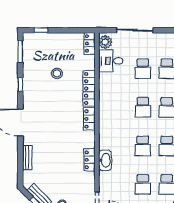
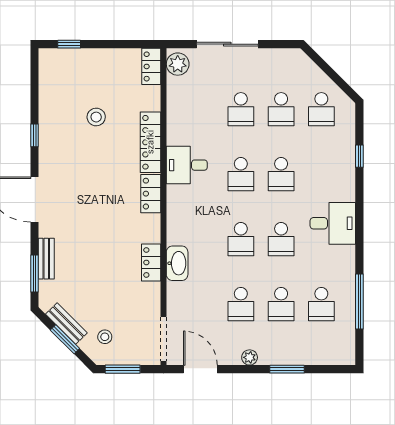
window: (20, 52) -> (34, 273), moved
desk: (111, 61) -> (187, 165), moved

